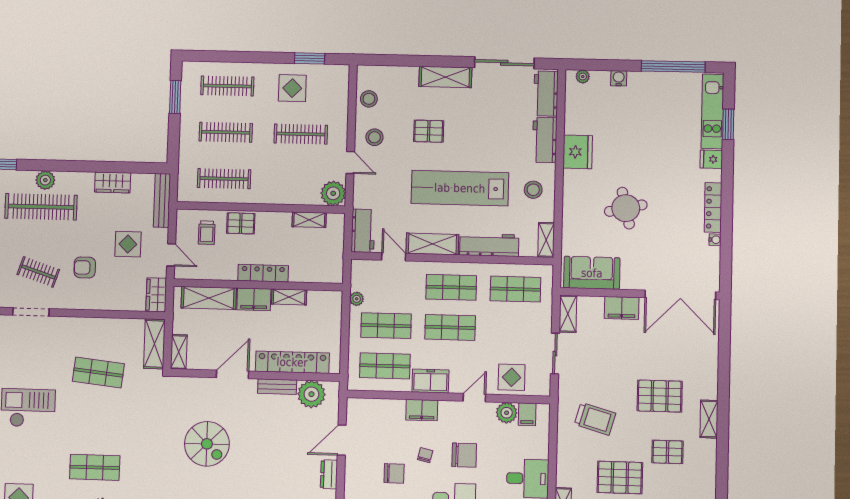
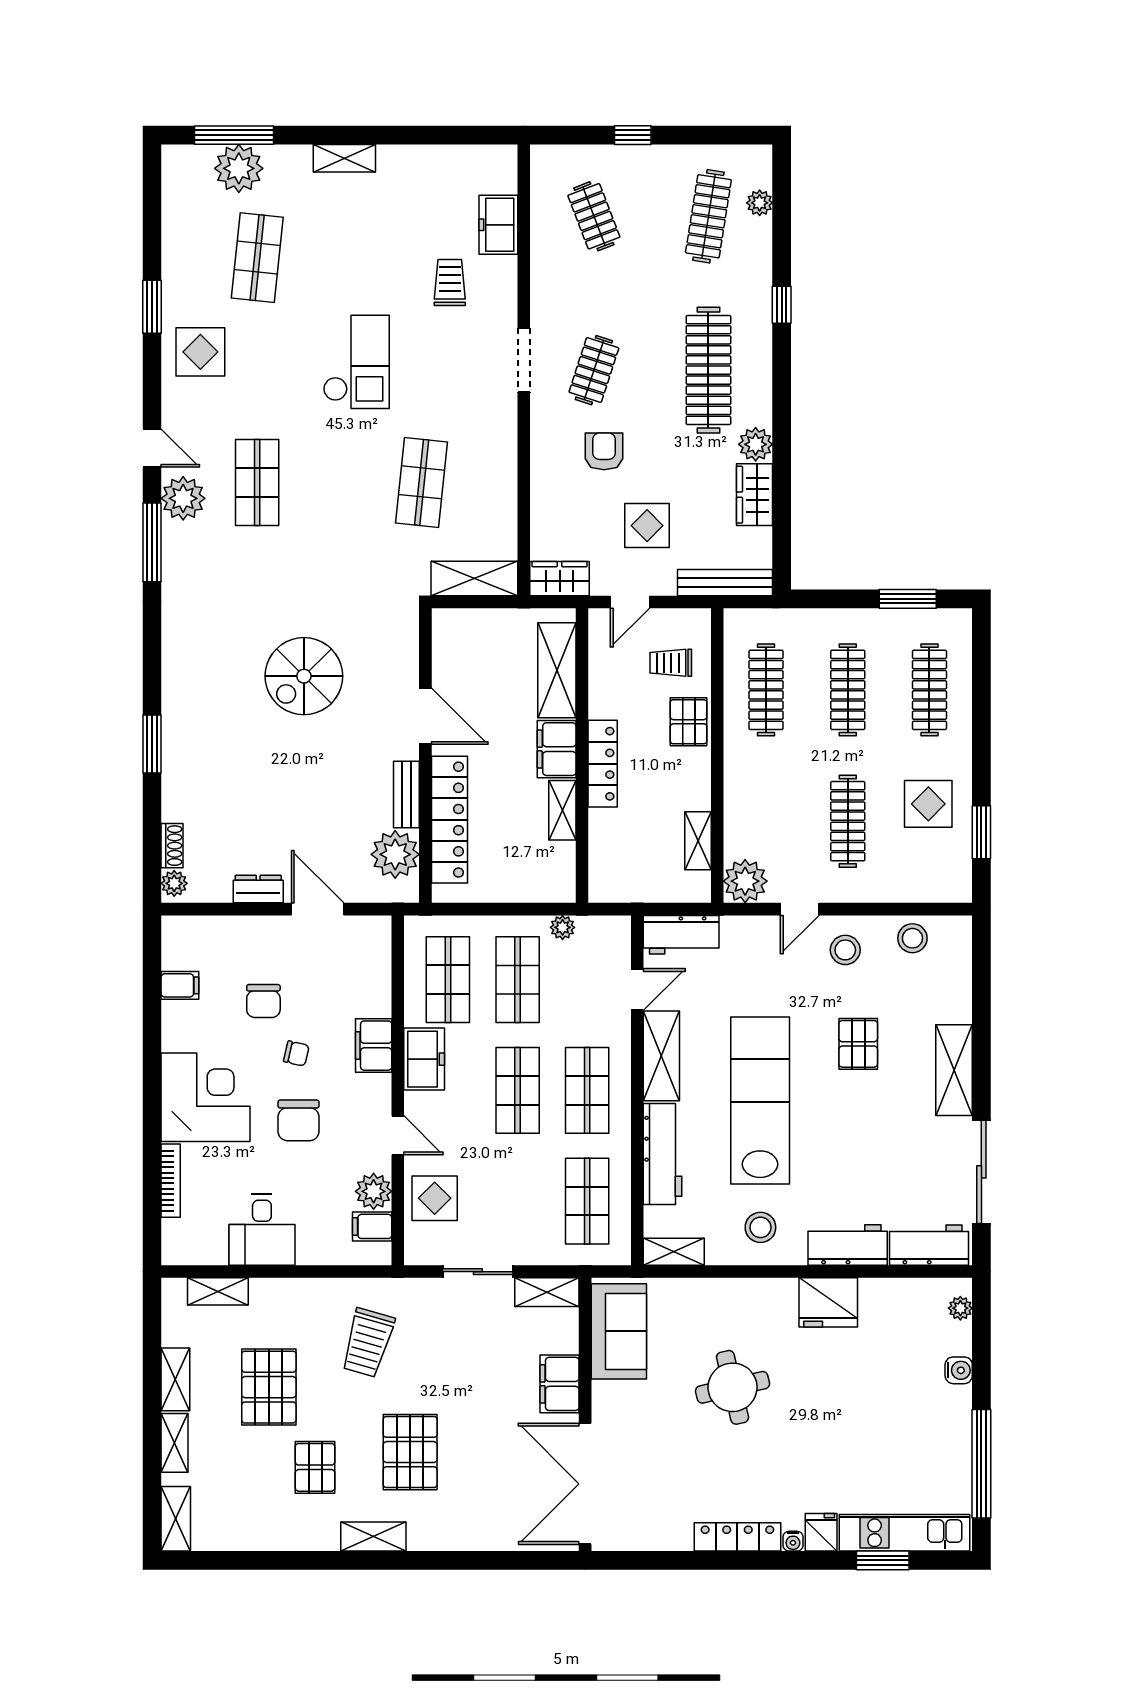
plant: (45, 180) -> (756, 444), moved
water cooler: (715, 240) -> (793, 1541), moved
shelving: (179, 352) -> (462, 622), removed

